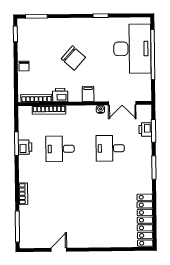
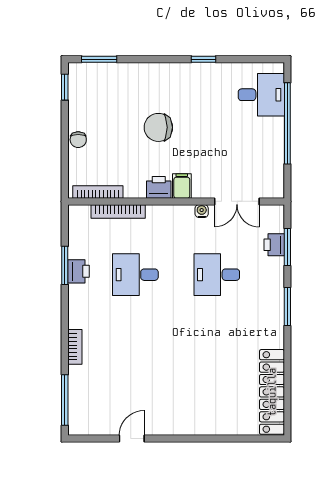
desk: (132, 49) -> (261, 95), width x0.53, depth x0.77
chair: (73, 58) -> (158, 127), turned 138
printer: (60, 95) -> (159, 187), moved

